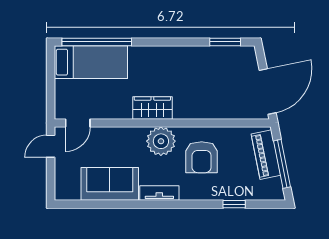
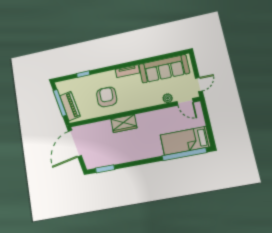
wardrobe: (152, 108) -> (124, 123), moved
door: (78, 123) -> (185, 102), swing flipped
plant: (161, 141) -> (168, 98), moved, width x0.53, depth x0.53
sofa: (110, 184) -> (164, 69), width x1.36

